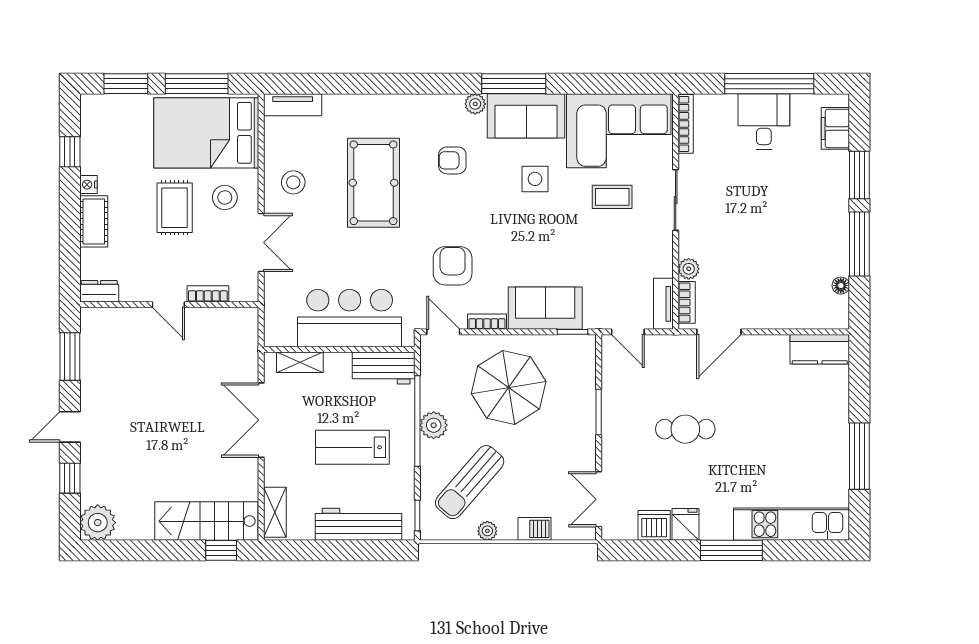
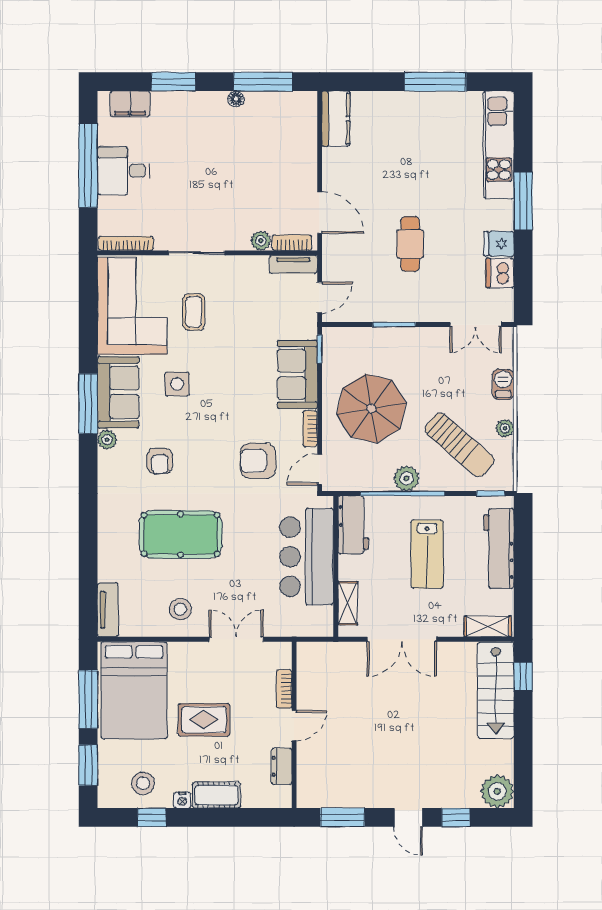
stool: (225, 197) -> (143, 783), moved
window: (859, 244) -> (263, 82), moved
floor lamp: (841, 286) -> (236, 99), moved
dresser: (99, 291) -> (282, 766), moved

